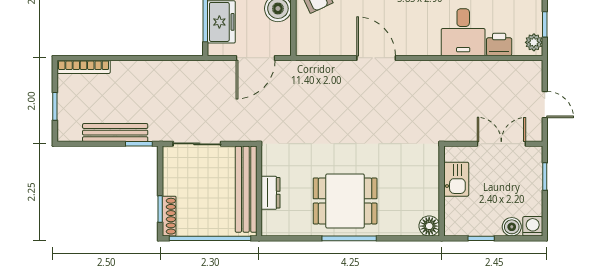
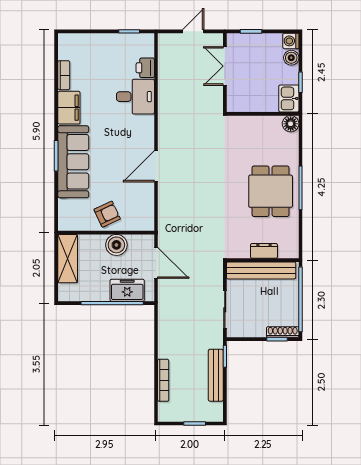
plant: (534, 42) -> (144, 40), removed
bookcase: (84, 67) -> (163, 380), moved
kitchen sink: (456, 179) -> (289, 98), moved, turned -90

